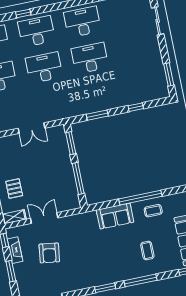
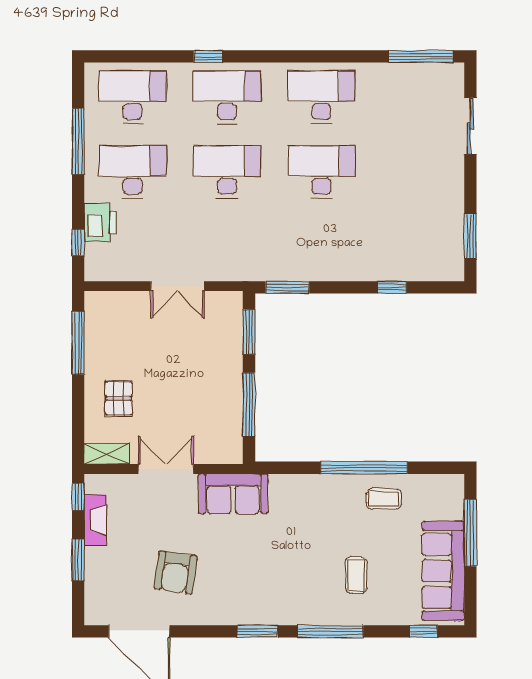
window: (97, 115) -> (287, 287), moved
sofa: (115, 216) -> (233, 494), moved
armchair: (49, 253) -> (176, 572), moved

